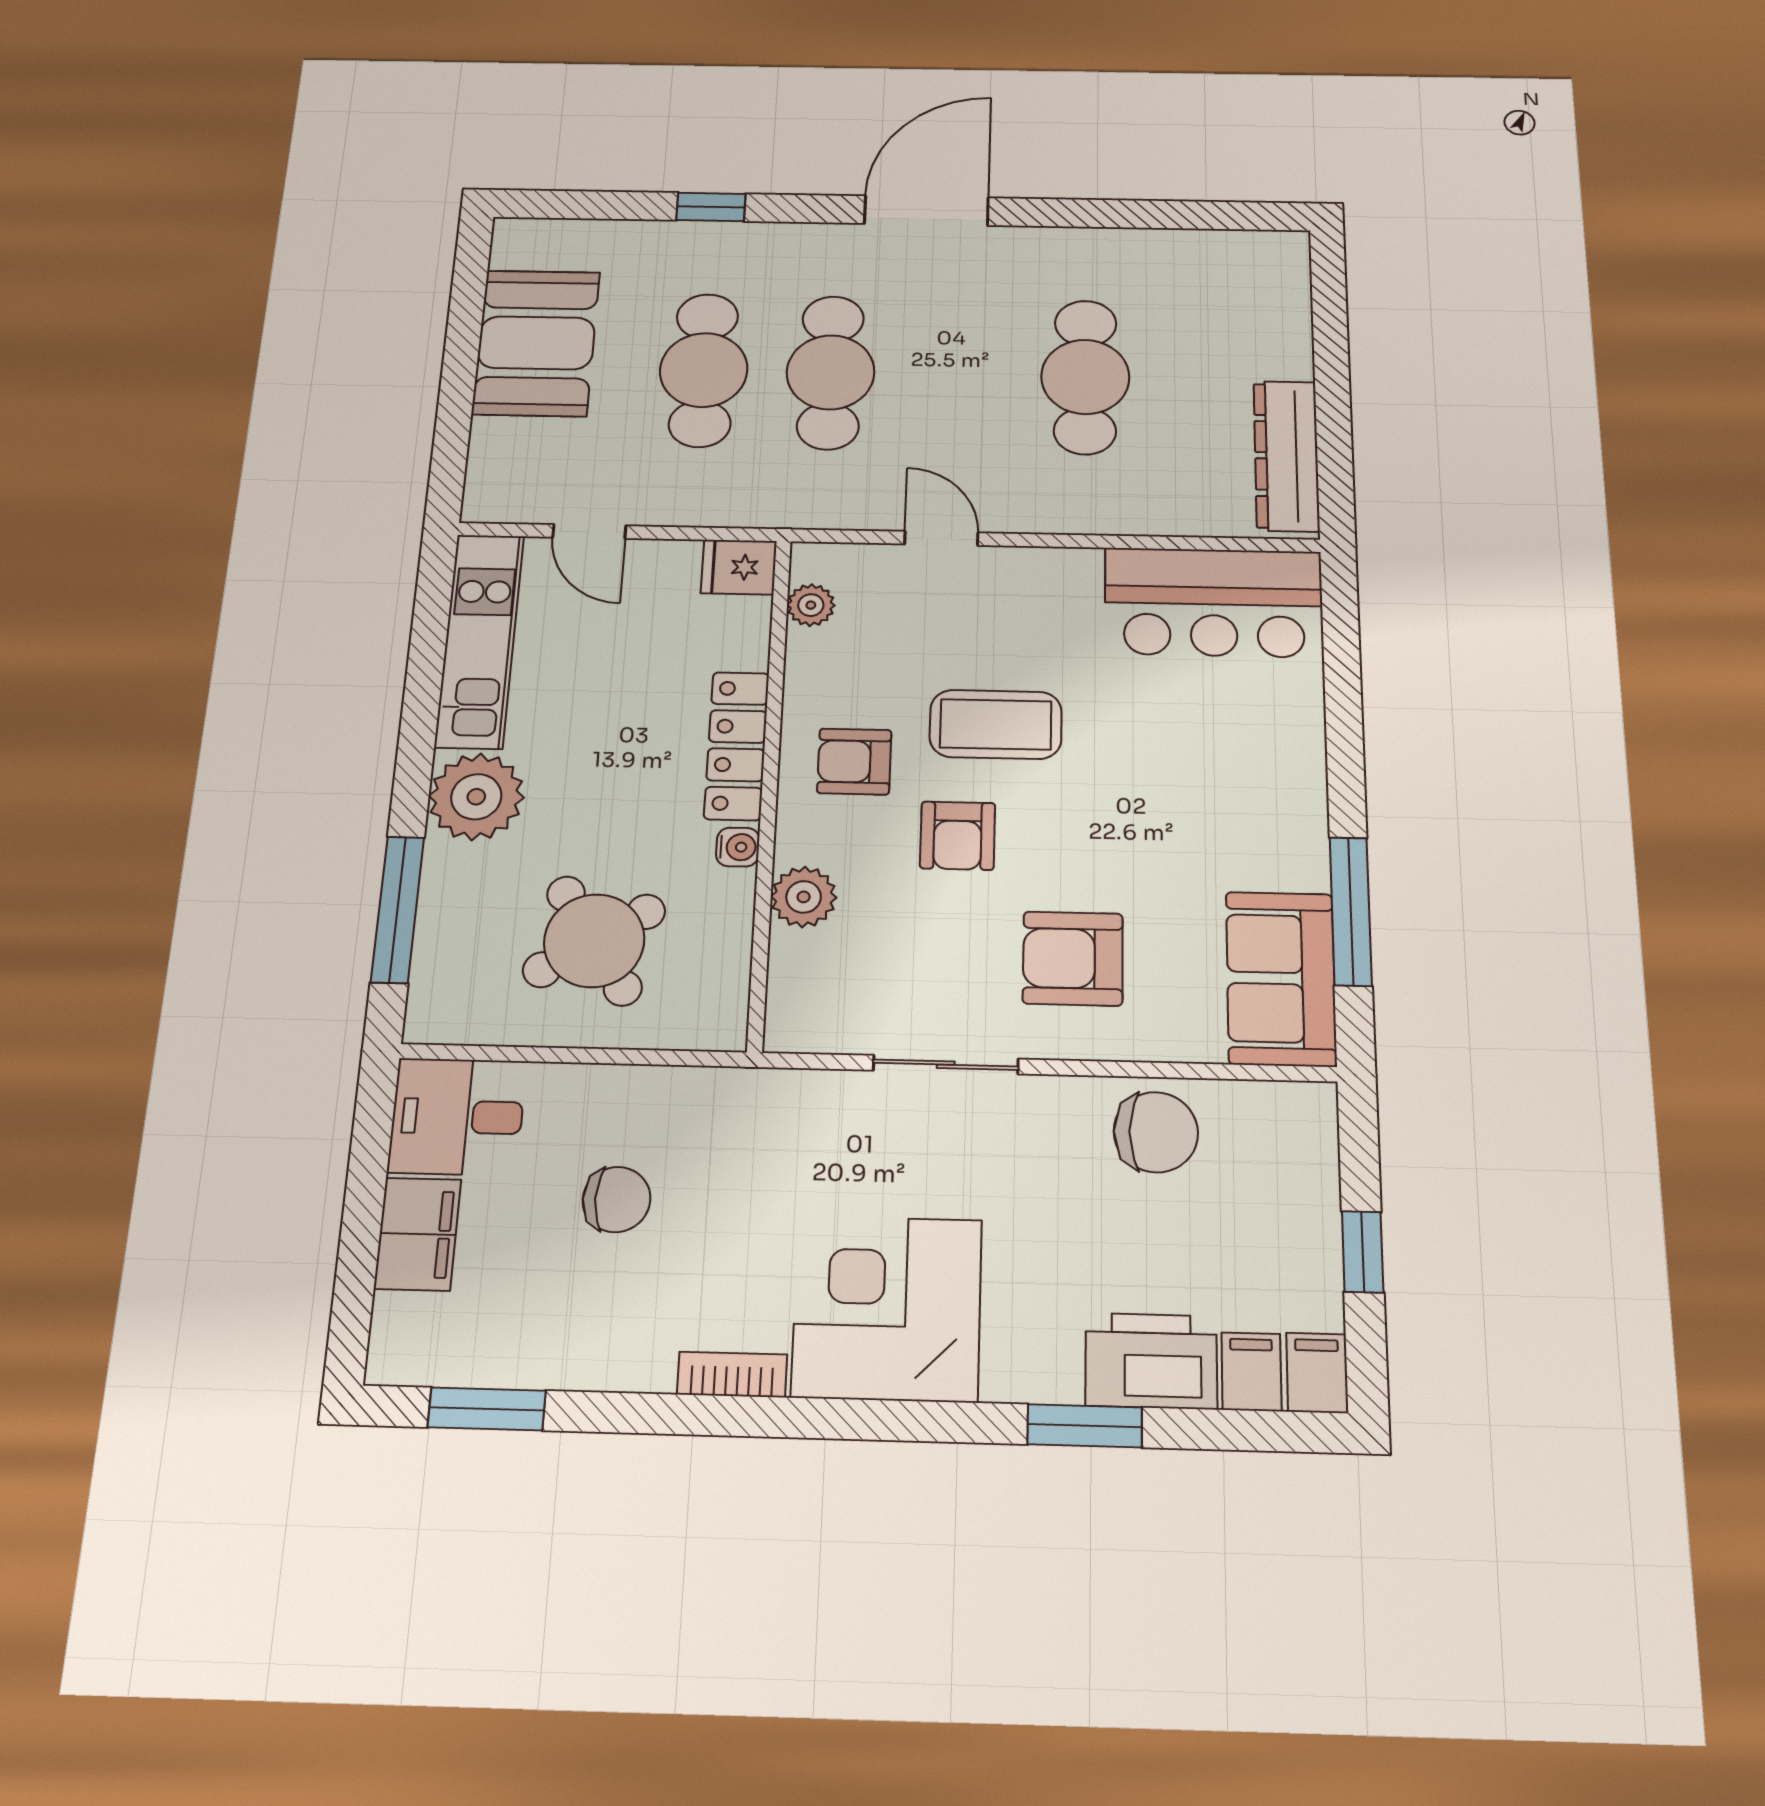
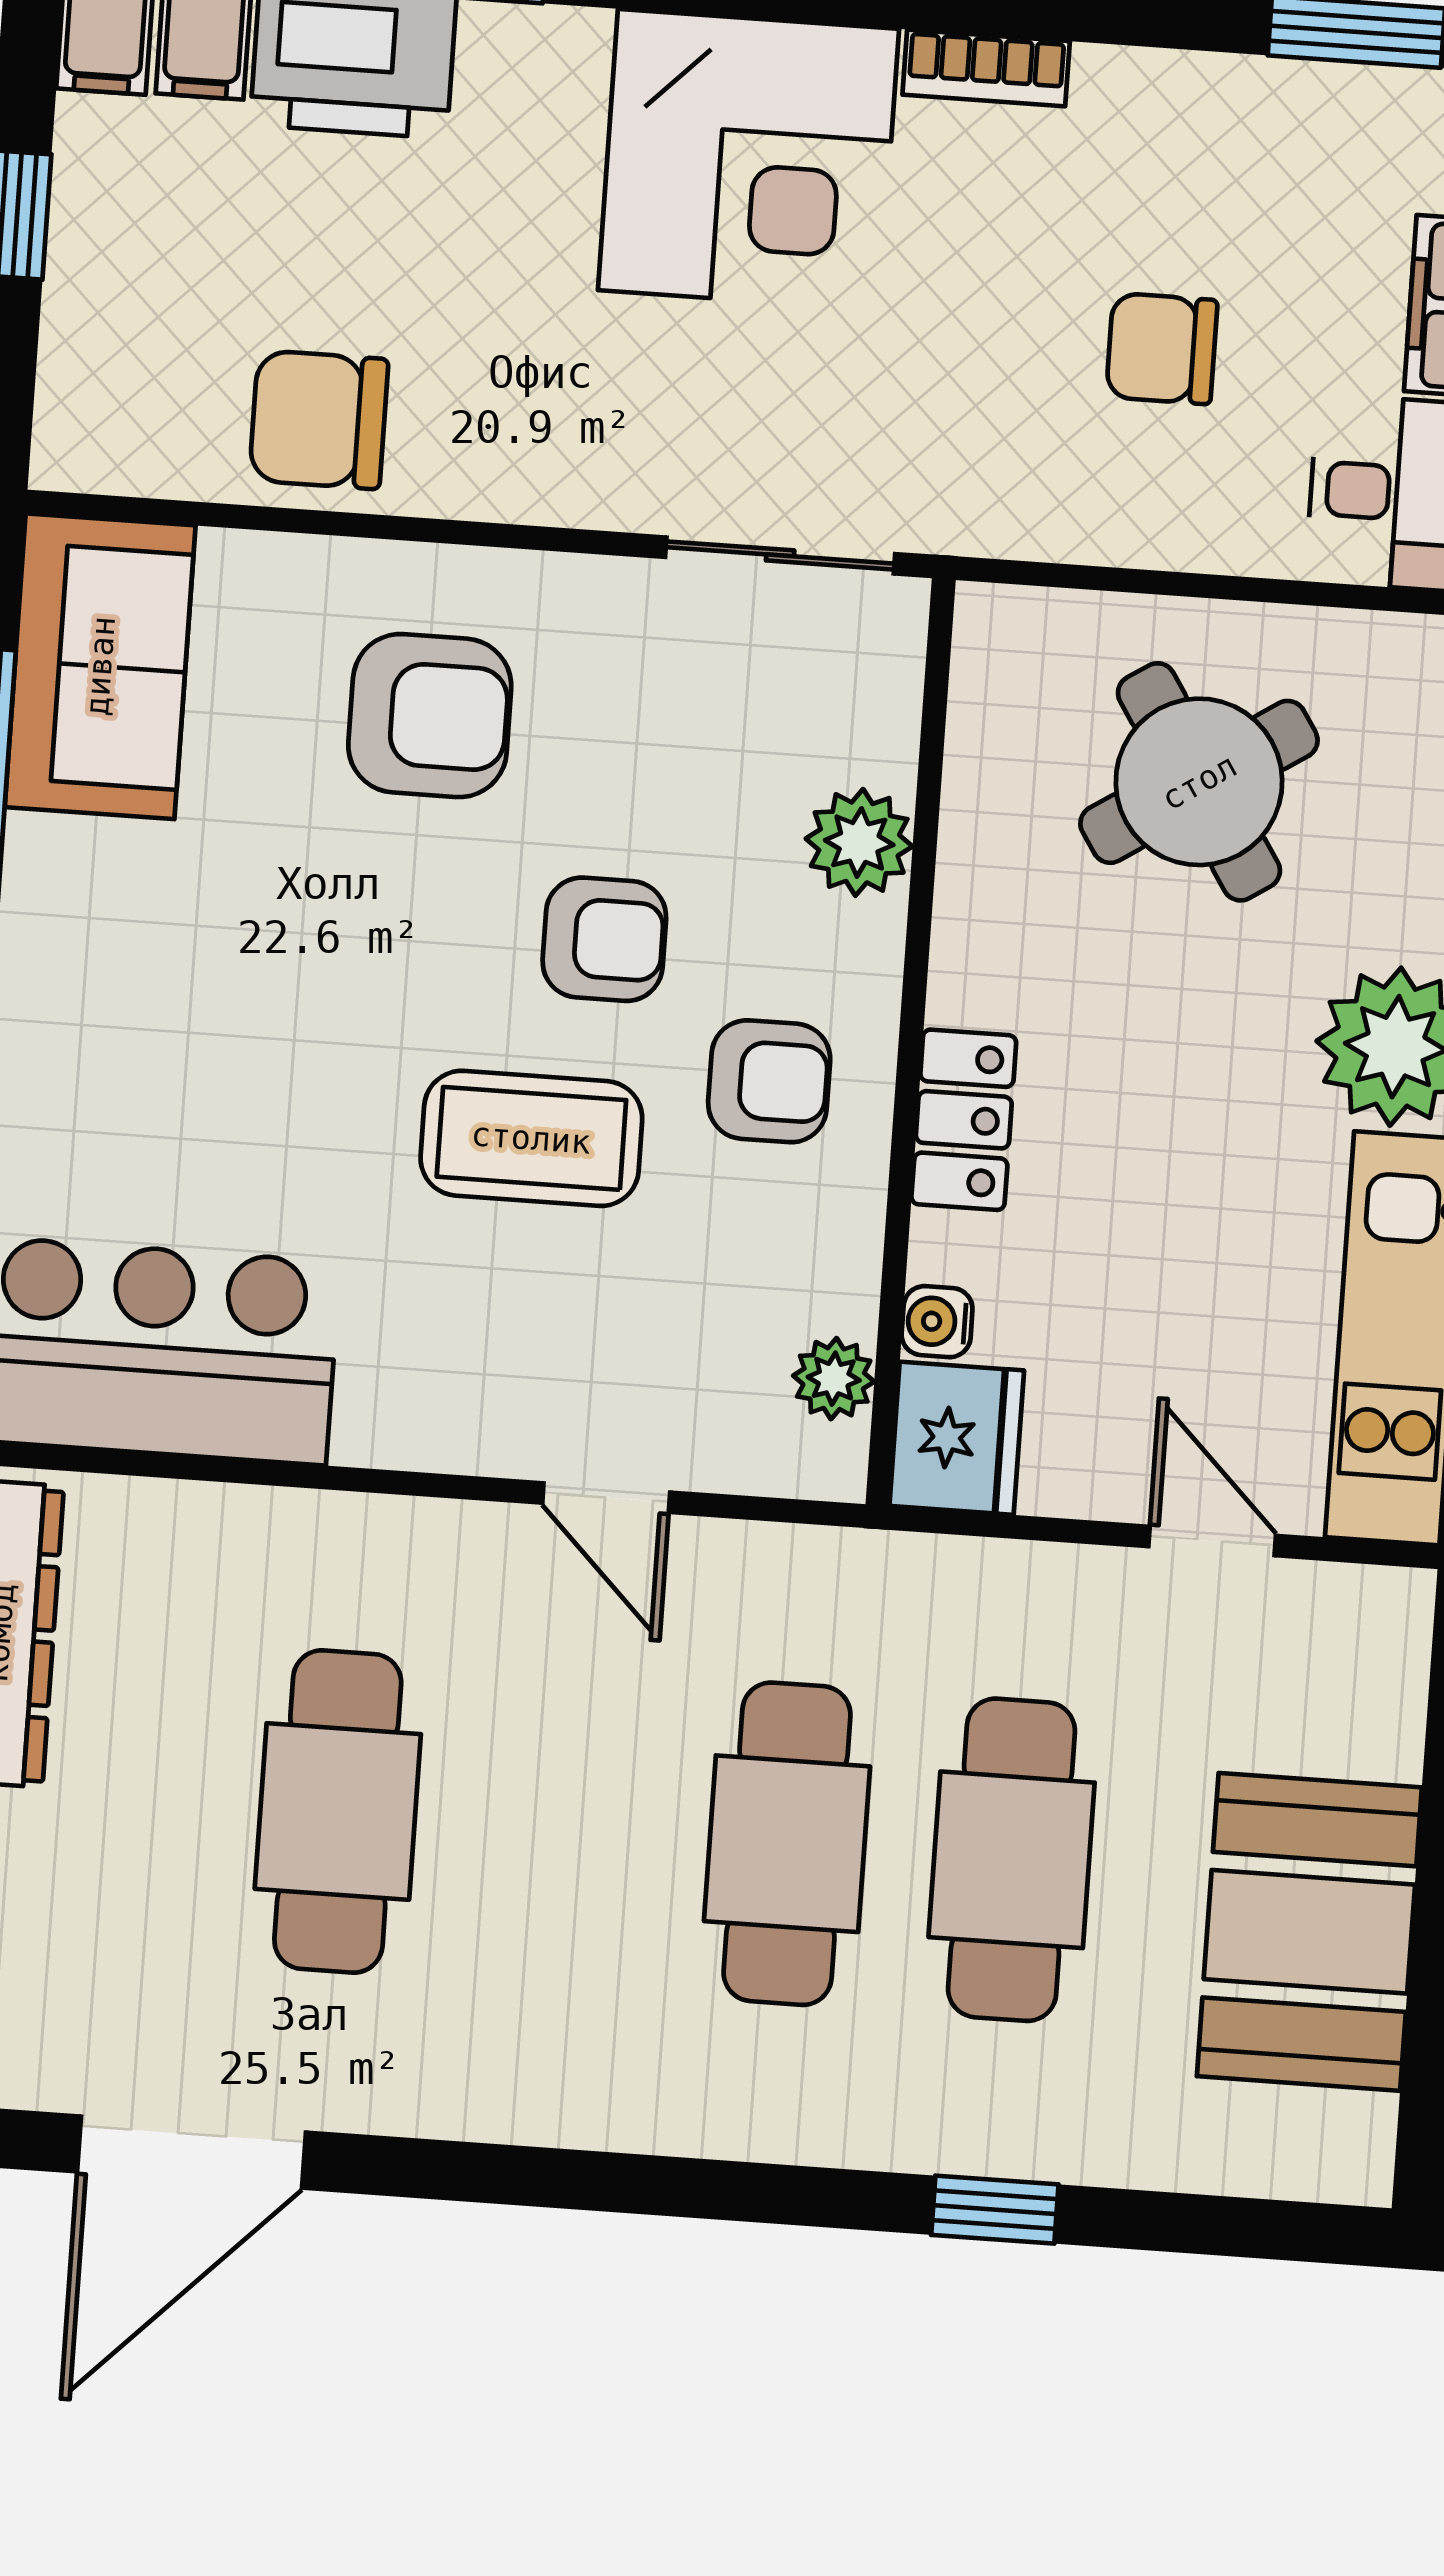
door: (926, 211) -> (192, 2152), moved
fridge: (739, 567) -> (957, 1438), width x1.38
locker: (737, 746) -> (964, 1120), width x0.66
armchair: (958, 836) -> (604, 939), turned 90
water cooler: (738, 847) -> (937, 1322), moved
sliding door: (946, 1065) -> (780, 555), moved

